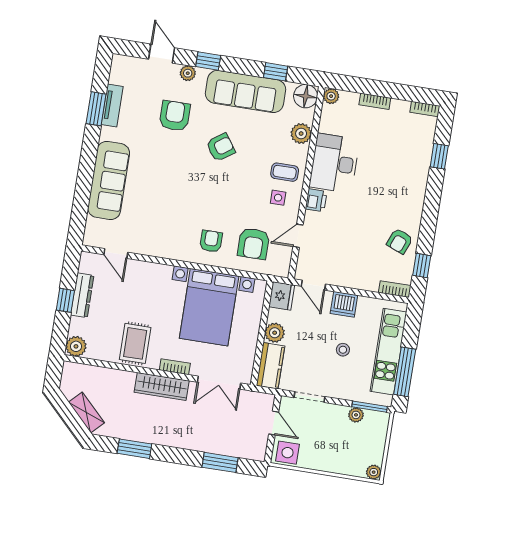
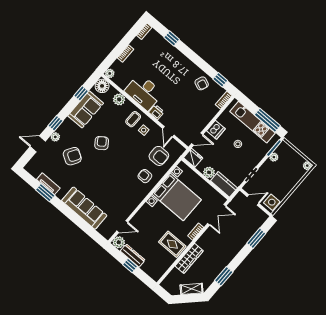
sofa: (246, 91) -> (86, 109), width x0.73
armchair: (175, 116) -> (72, 156), turned 121
plant: (76, 346) -> (119, 242), moved
wardrobe: (162, 386) -> (189, 258), moved

